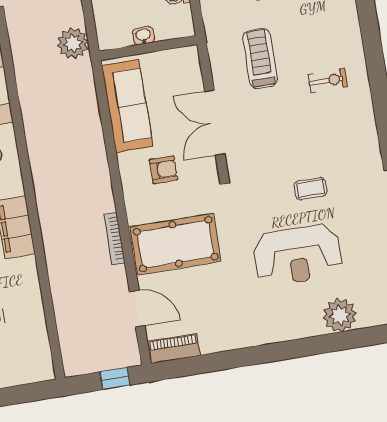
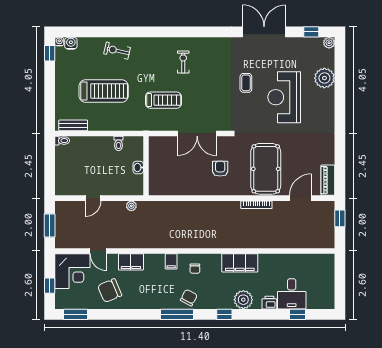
plant: (73, 43) -> (131, 206), width x0.53, depth x0.53
treadmill: (260, 59) -> (163, 100), turned 180
sofa: (127, 106) -> (179, 184), removed
reception desk: (297, 255) -> (284, 97), turned 180

